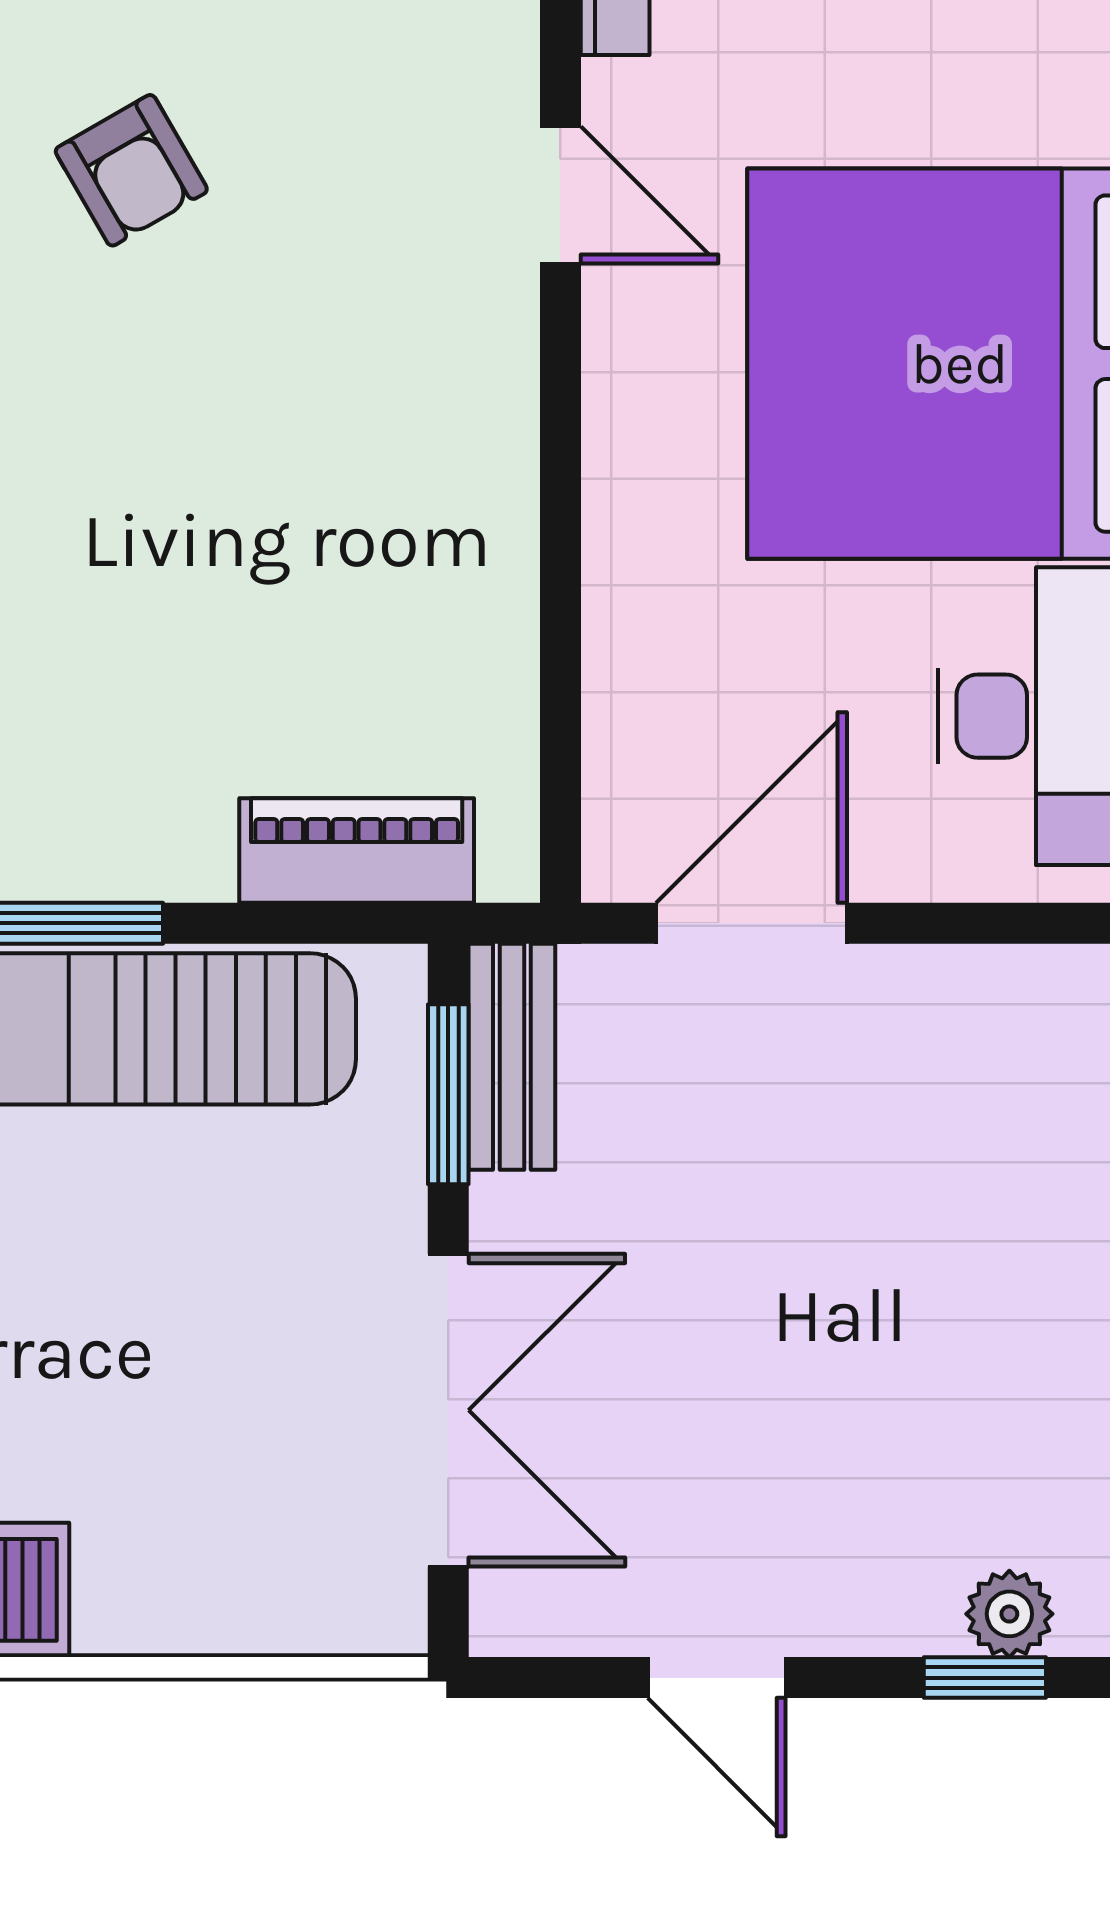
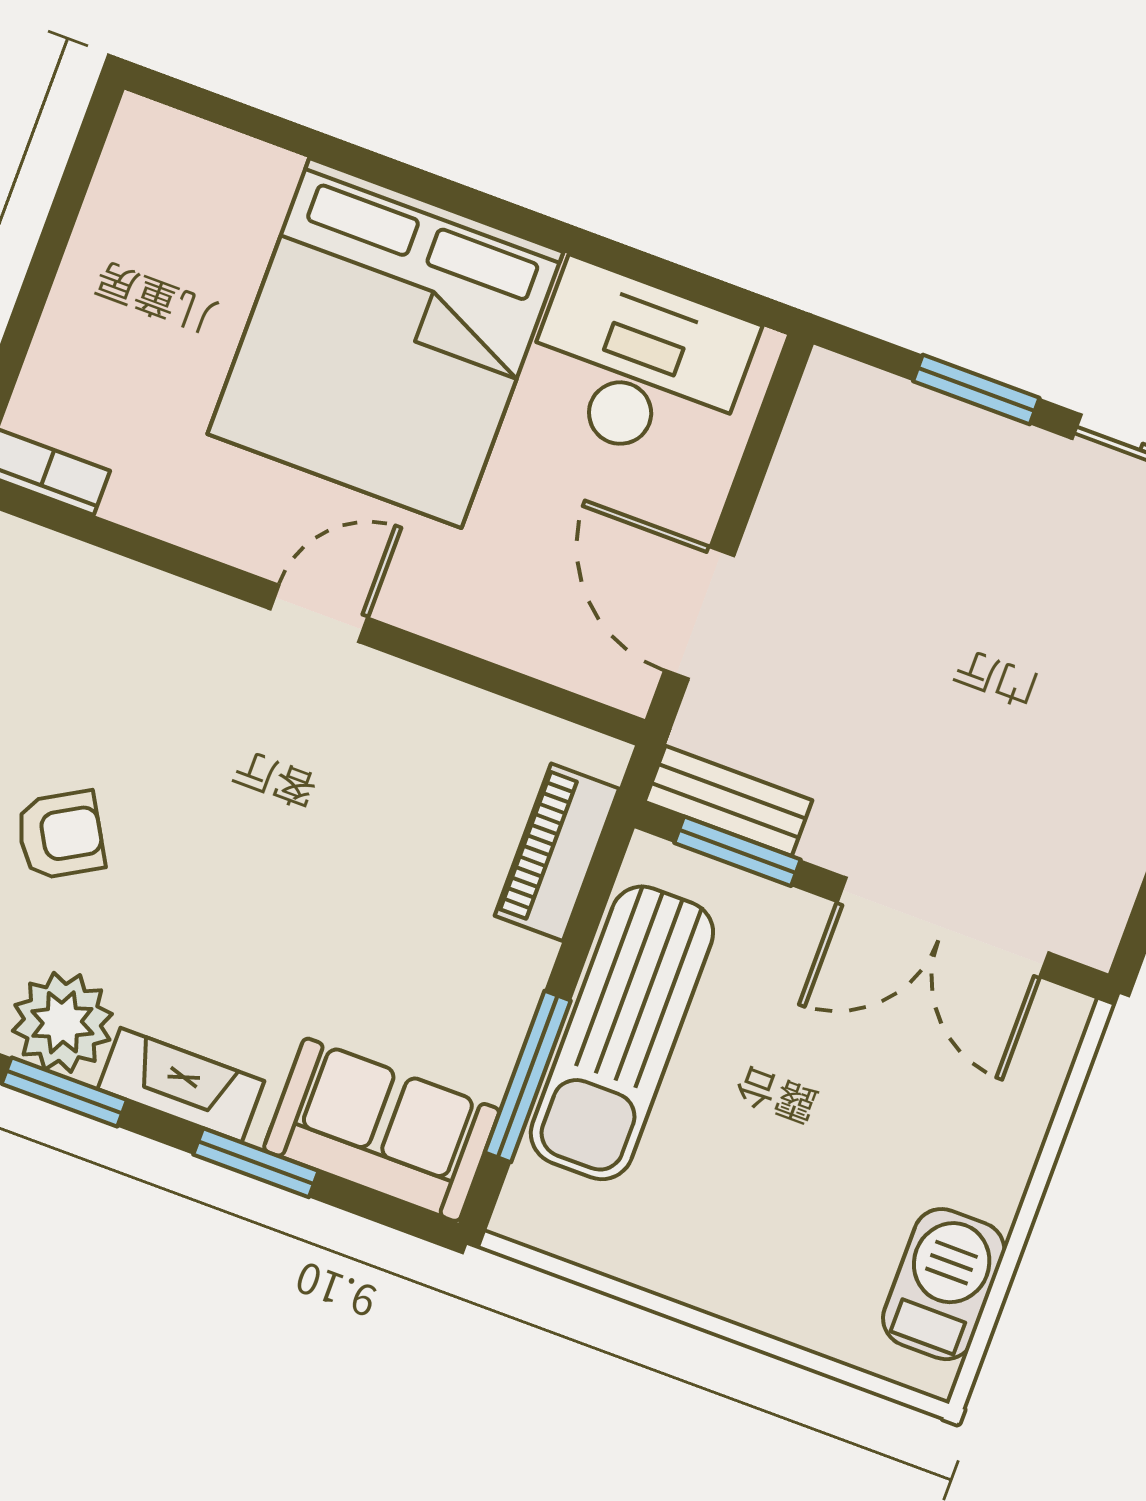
door: (560, 195) -> (319, 613), moved
double door: (448, 1410) -> (943, 927), swing flipped

